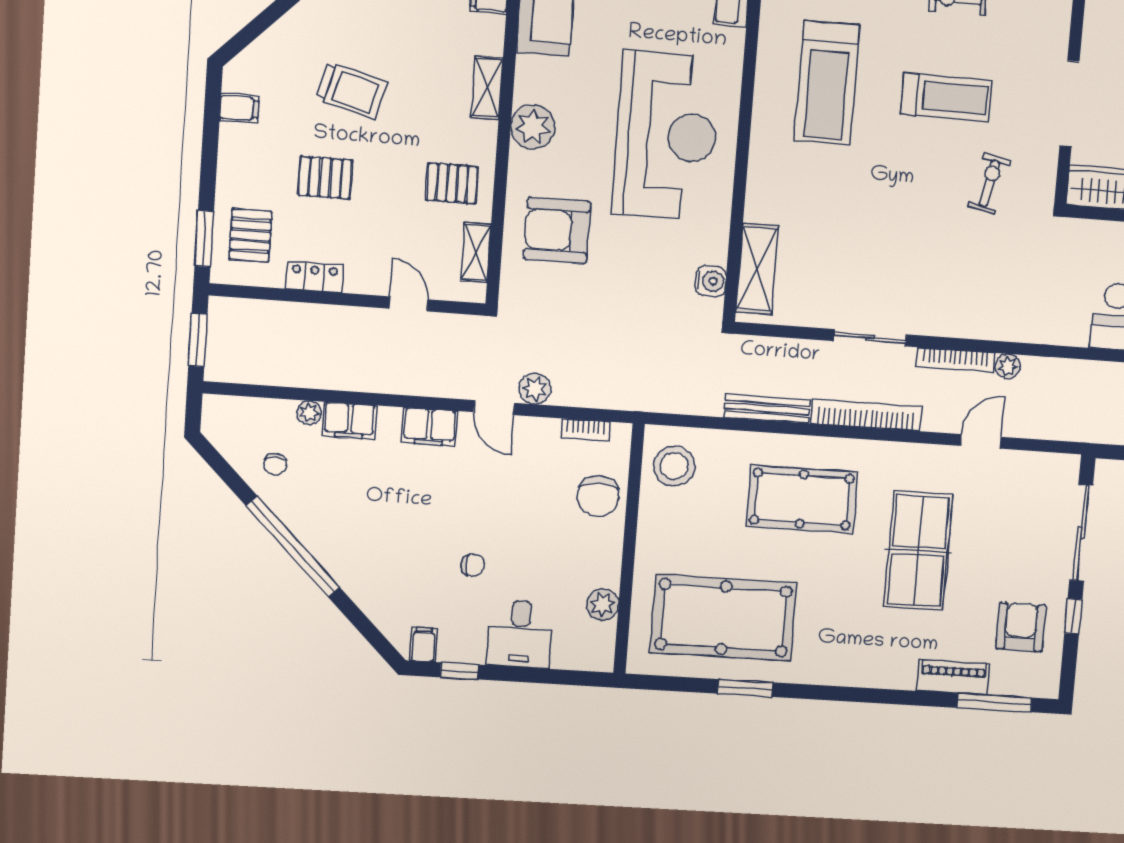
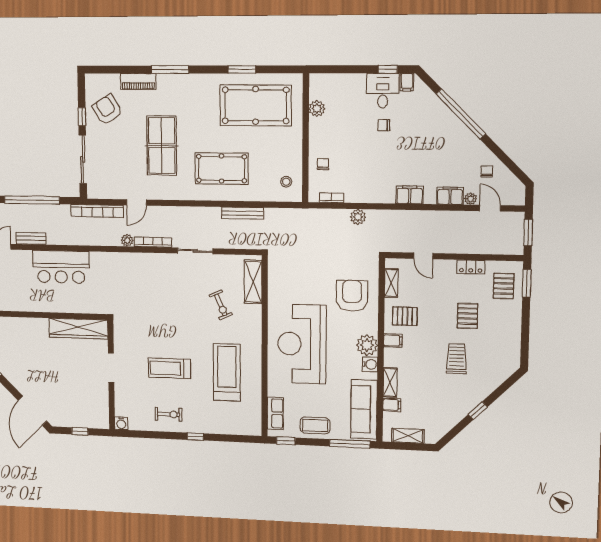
shelving: (487, 88) -> (390, 382), moved
trolley: (351, 90) -> (457, 359), turned 75
doorway: (1069, 104) -> (111, 368), width x0.73
filing cabinet: (239, 108) -> (393, 341), moved, turned 180
pallet: (325, 178) -> (467, 316), turned 90
exercise bike: (989, 184) -> (221, 305), moved, turned -36
armchair: (557, 230) -> (352, 296), turned -90
water cooler: (711, 281) -> (370, 364), moved, turned 180
door: (494, 408) -> (490, 208), moved
bookcase: (866, 415) -> (97, 211), moved
stool: (674, 466) -> (286, 182), width x0.53, depth x0.53
chair: (598, 496) -> (323, 164), width x0.54, depth x0.54
window: (293, 547) -> (461, 114), moved
armchair: (1021, 627) -> (107, 110), turned 148
desk: (520, 634) -> (383, 91), moved
window: (994, 703) -> (170, 69), moved

